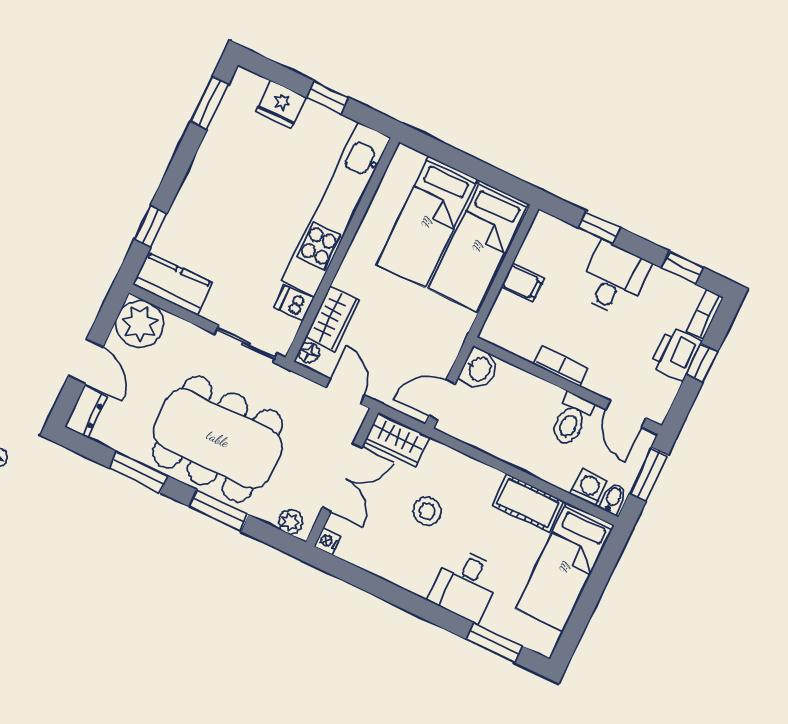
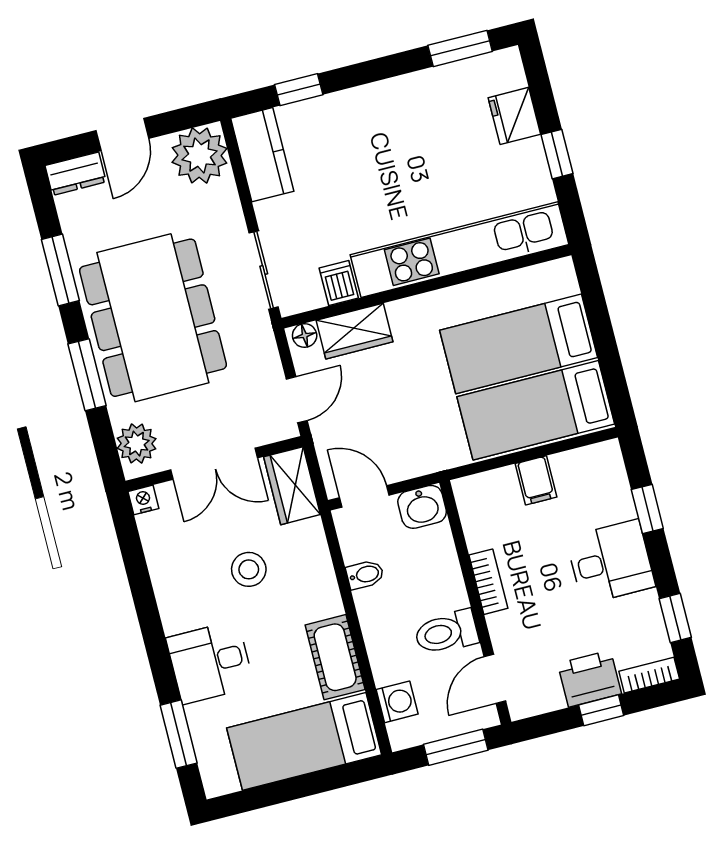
bidet: (613, 499) -> (365, 575), moved
plant: (291, 522) -> (137, 444), width x1.38, depth x1.38

